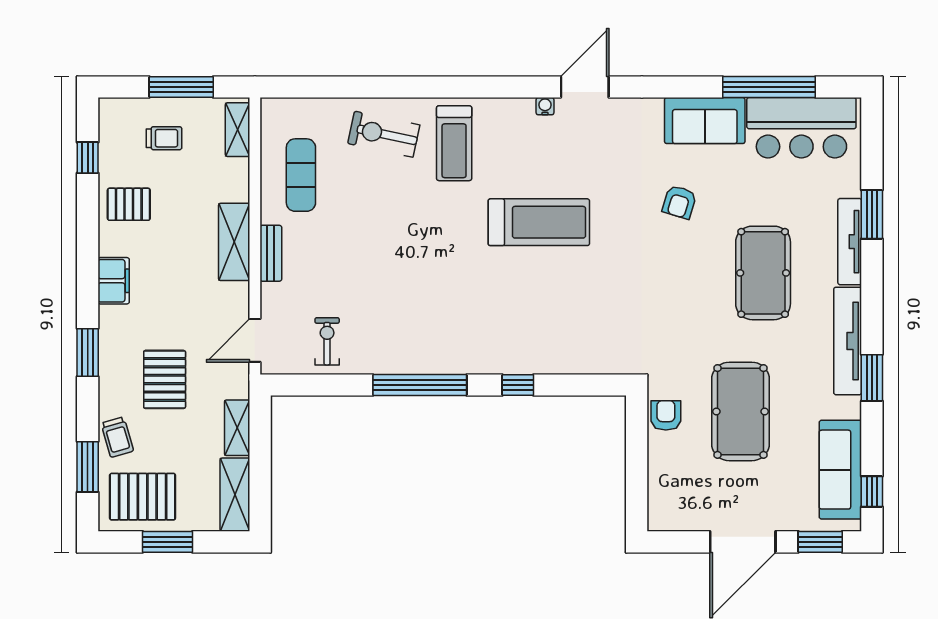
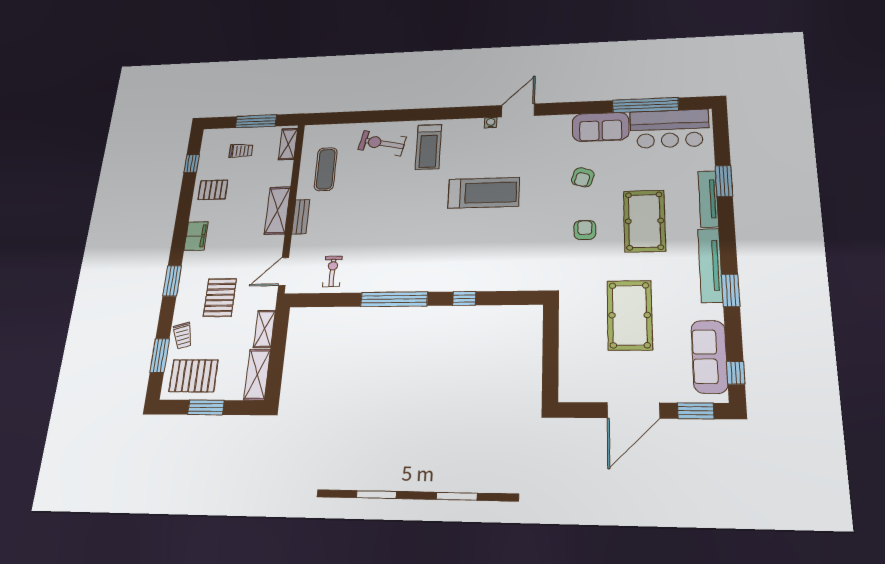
armchair: (666, 415) -> (585, 230), moved

